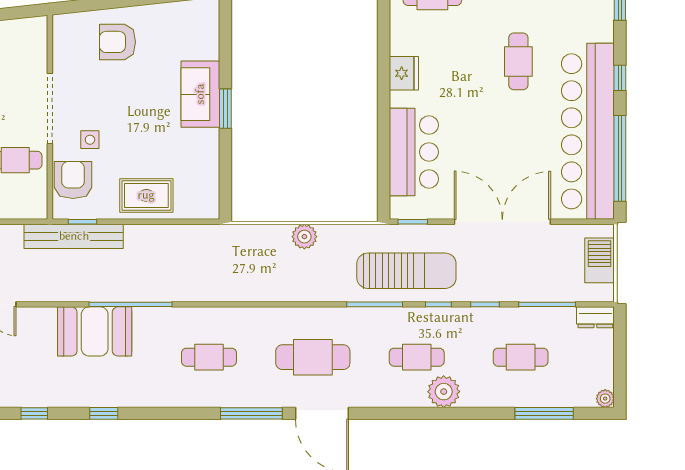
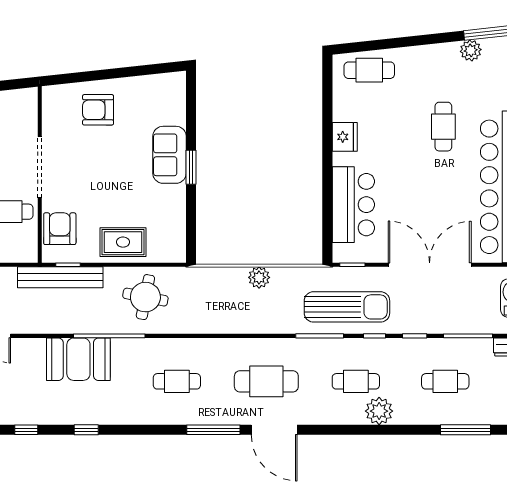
side table: (90, 140) -> (74, 194), removed
round table: (173, 259) -> (145, 297), added

